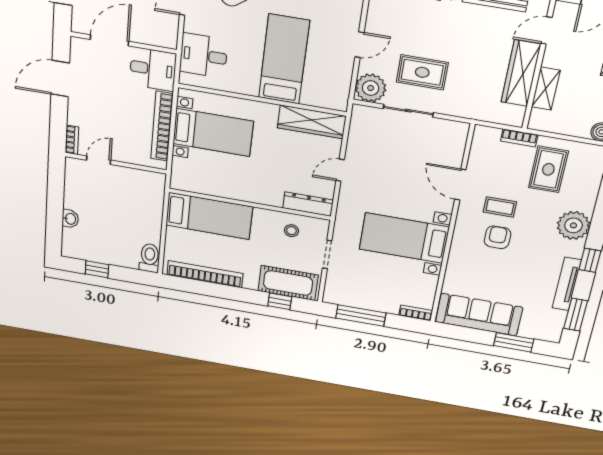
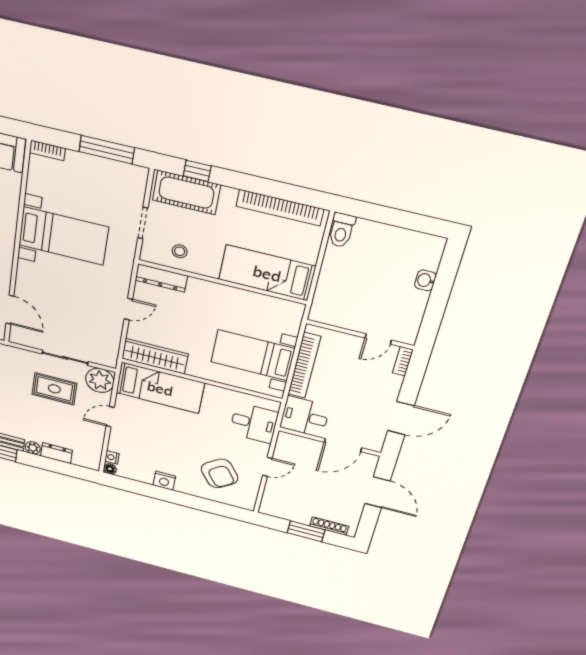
bed: (284, 59) -> (160, 388), moved, turned -90
door: (460, 185) -> (10, 310), moved
window: (97, 269) -> (407, 220), removed

